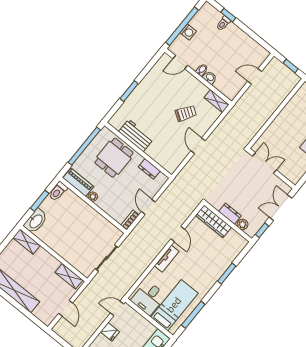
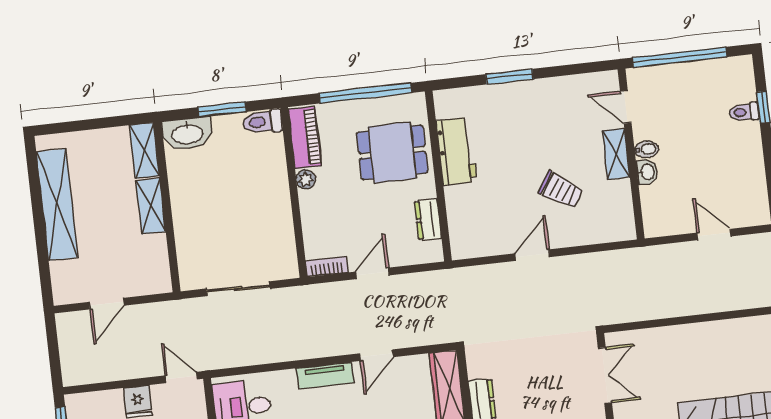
washing machine: (188, 32) -> (681, 74), removed
shelving: (217, 101) -> (616, 154), moved
shelving: (69, 276) -> (151, 206), moved

